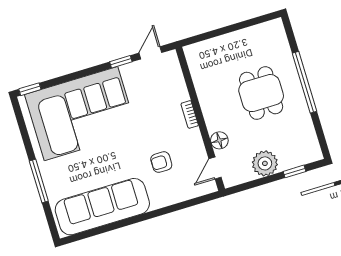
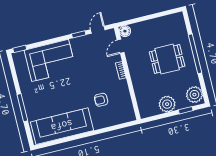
dining table: (261, 93) -> (167, 59), turned 90
corner sofa: (81, 114) -> (50, 60), width x0.73, depth x0.74
floor lamp: (219, 140) -> (125, 31), moved
plant: (307, 146) -> (194, 95), added
door: (215, 168) -> (121, 46), moved

